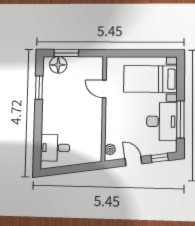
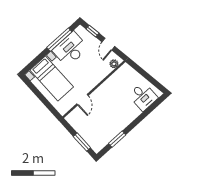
floor lamp: (58, 65) -> (93, 140), removed

